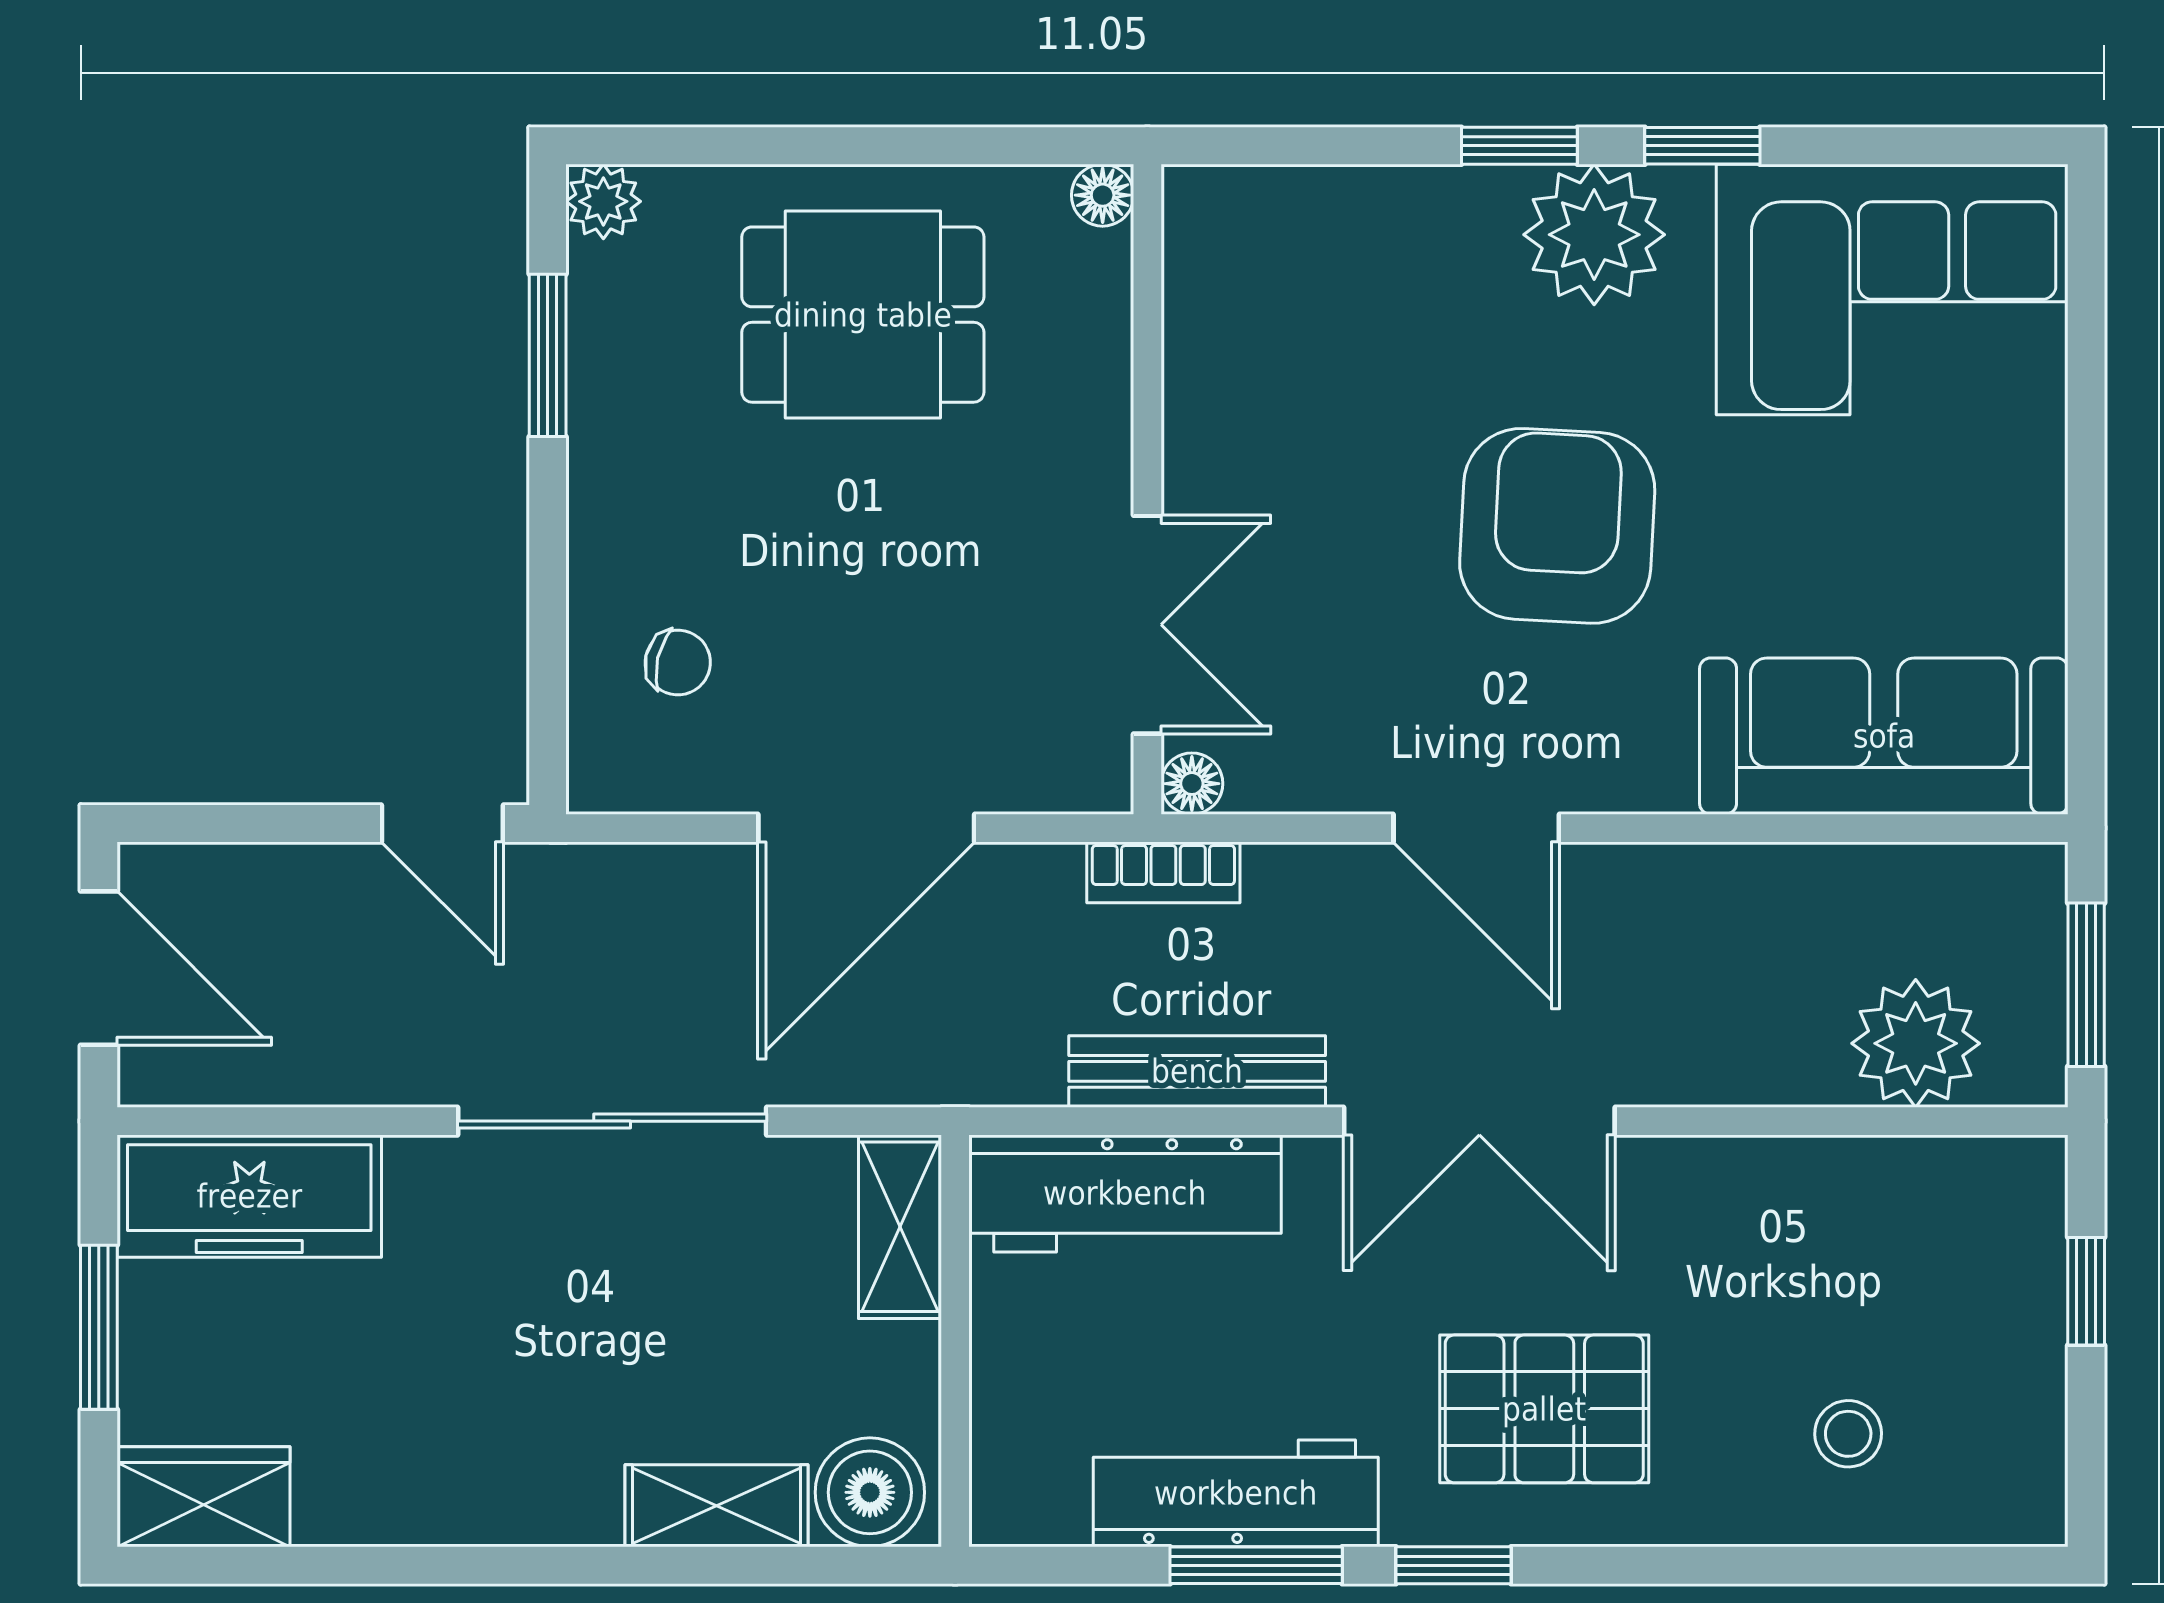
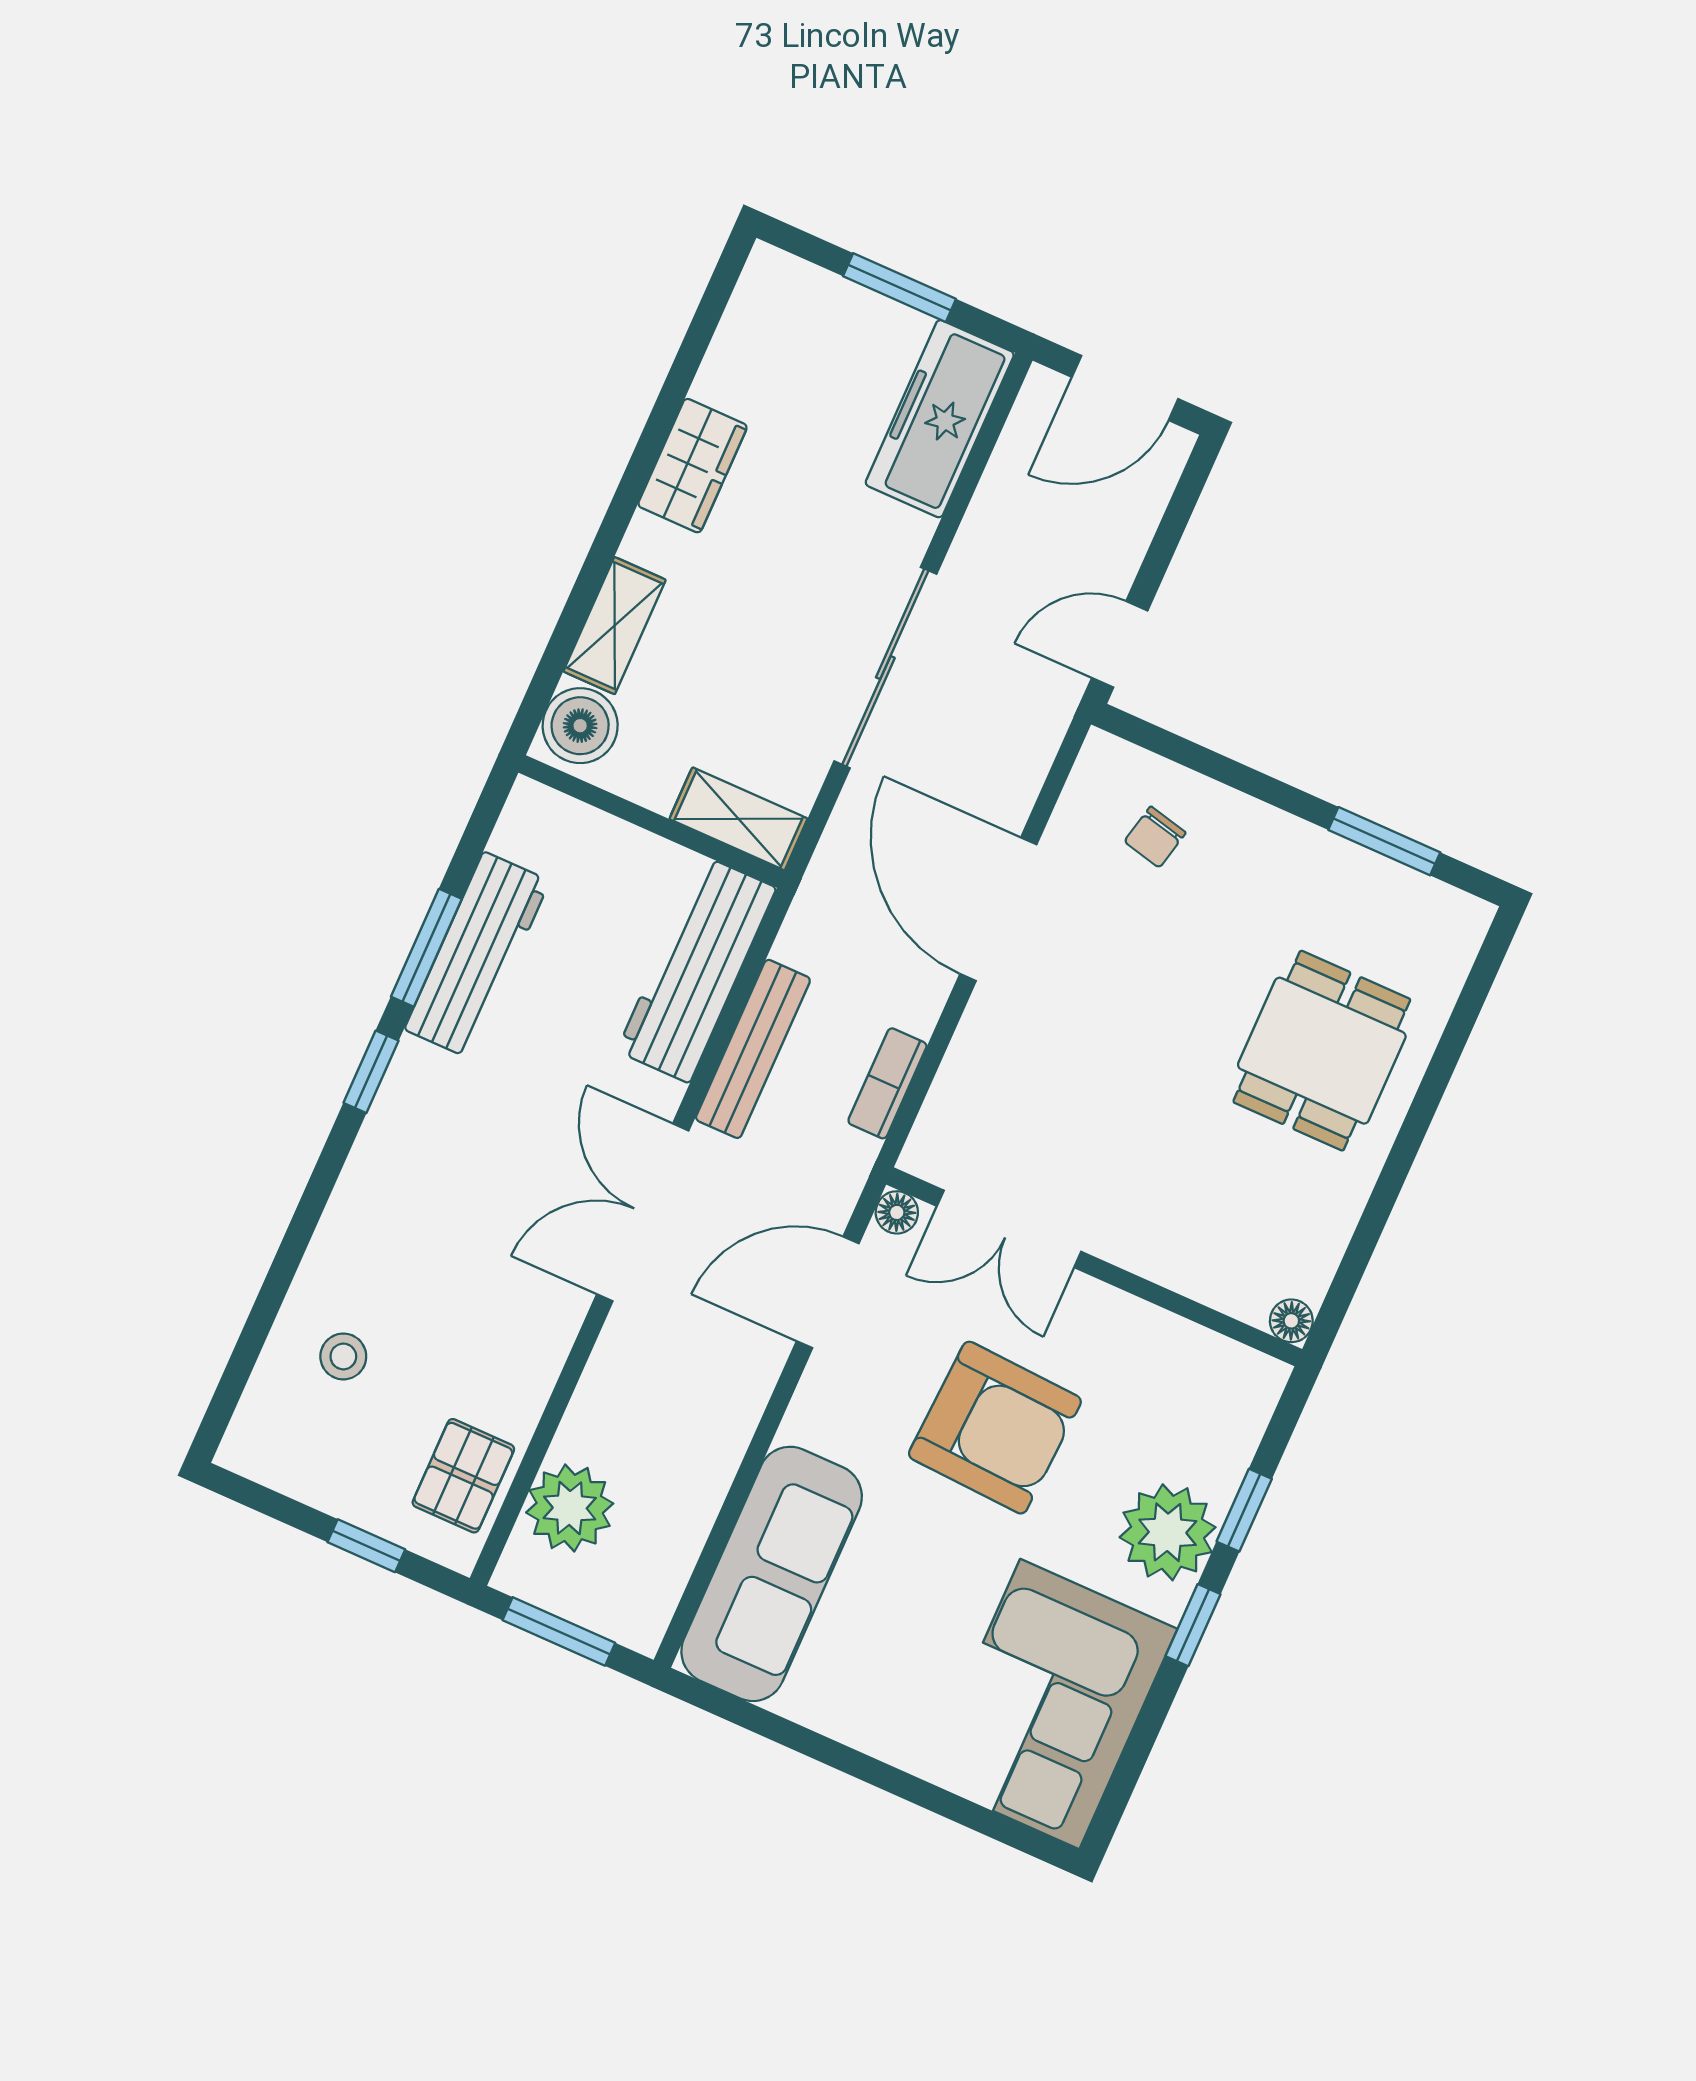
floor lamp: (1103, 195) -> (1291, 1321), moved
plant: (603, 201) -> (1465, 919), removed
wall: (1147, 489) -> (1094, 1267), moved
double door: (1147, 625) -> (1009, 1229), moved
floor lamp: (1192, 784) -> (897, 1212), moved
pallet: (1544, 1409) -> (463, 1476), moved, width x0.67, depth x0.71
wardrobe: (204, 1497) -> (693, 466), moved

